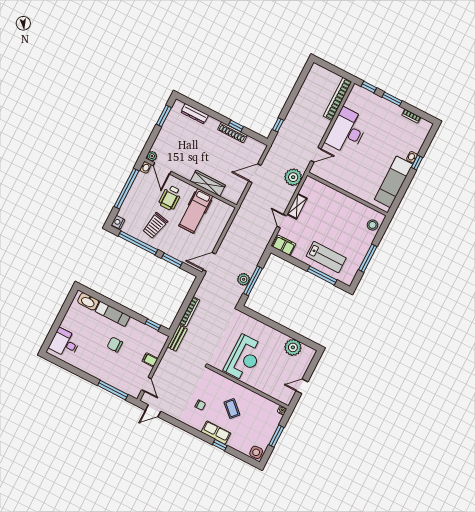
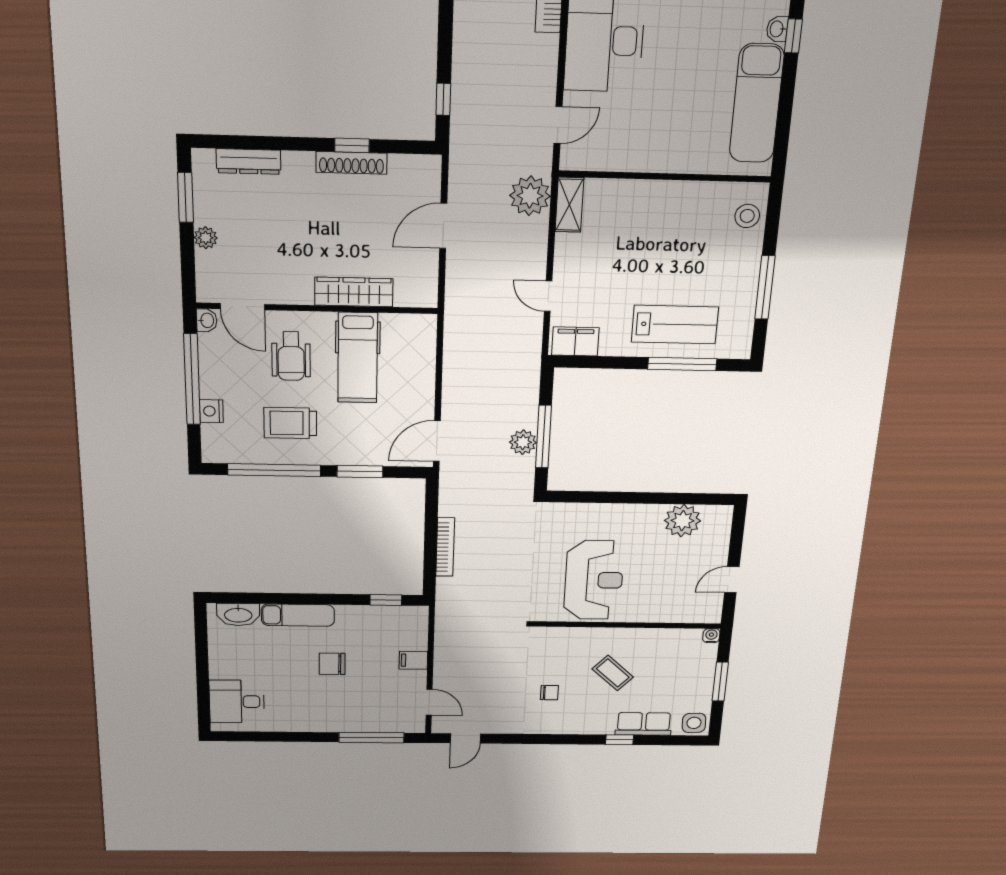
plant: (152, 156) -> (206, 238), moved
shelving: (297, 206) -> (569, 205), moved
nightstand: (118, 222) -> (211, 411), moved
trolley: (155, 226) -> (290, 423), turned 78
bench: (177, 338) -> (445, 602), removed
row of seats: (216, 433) -> (644, 724), moved

